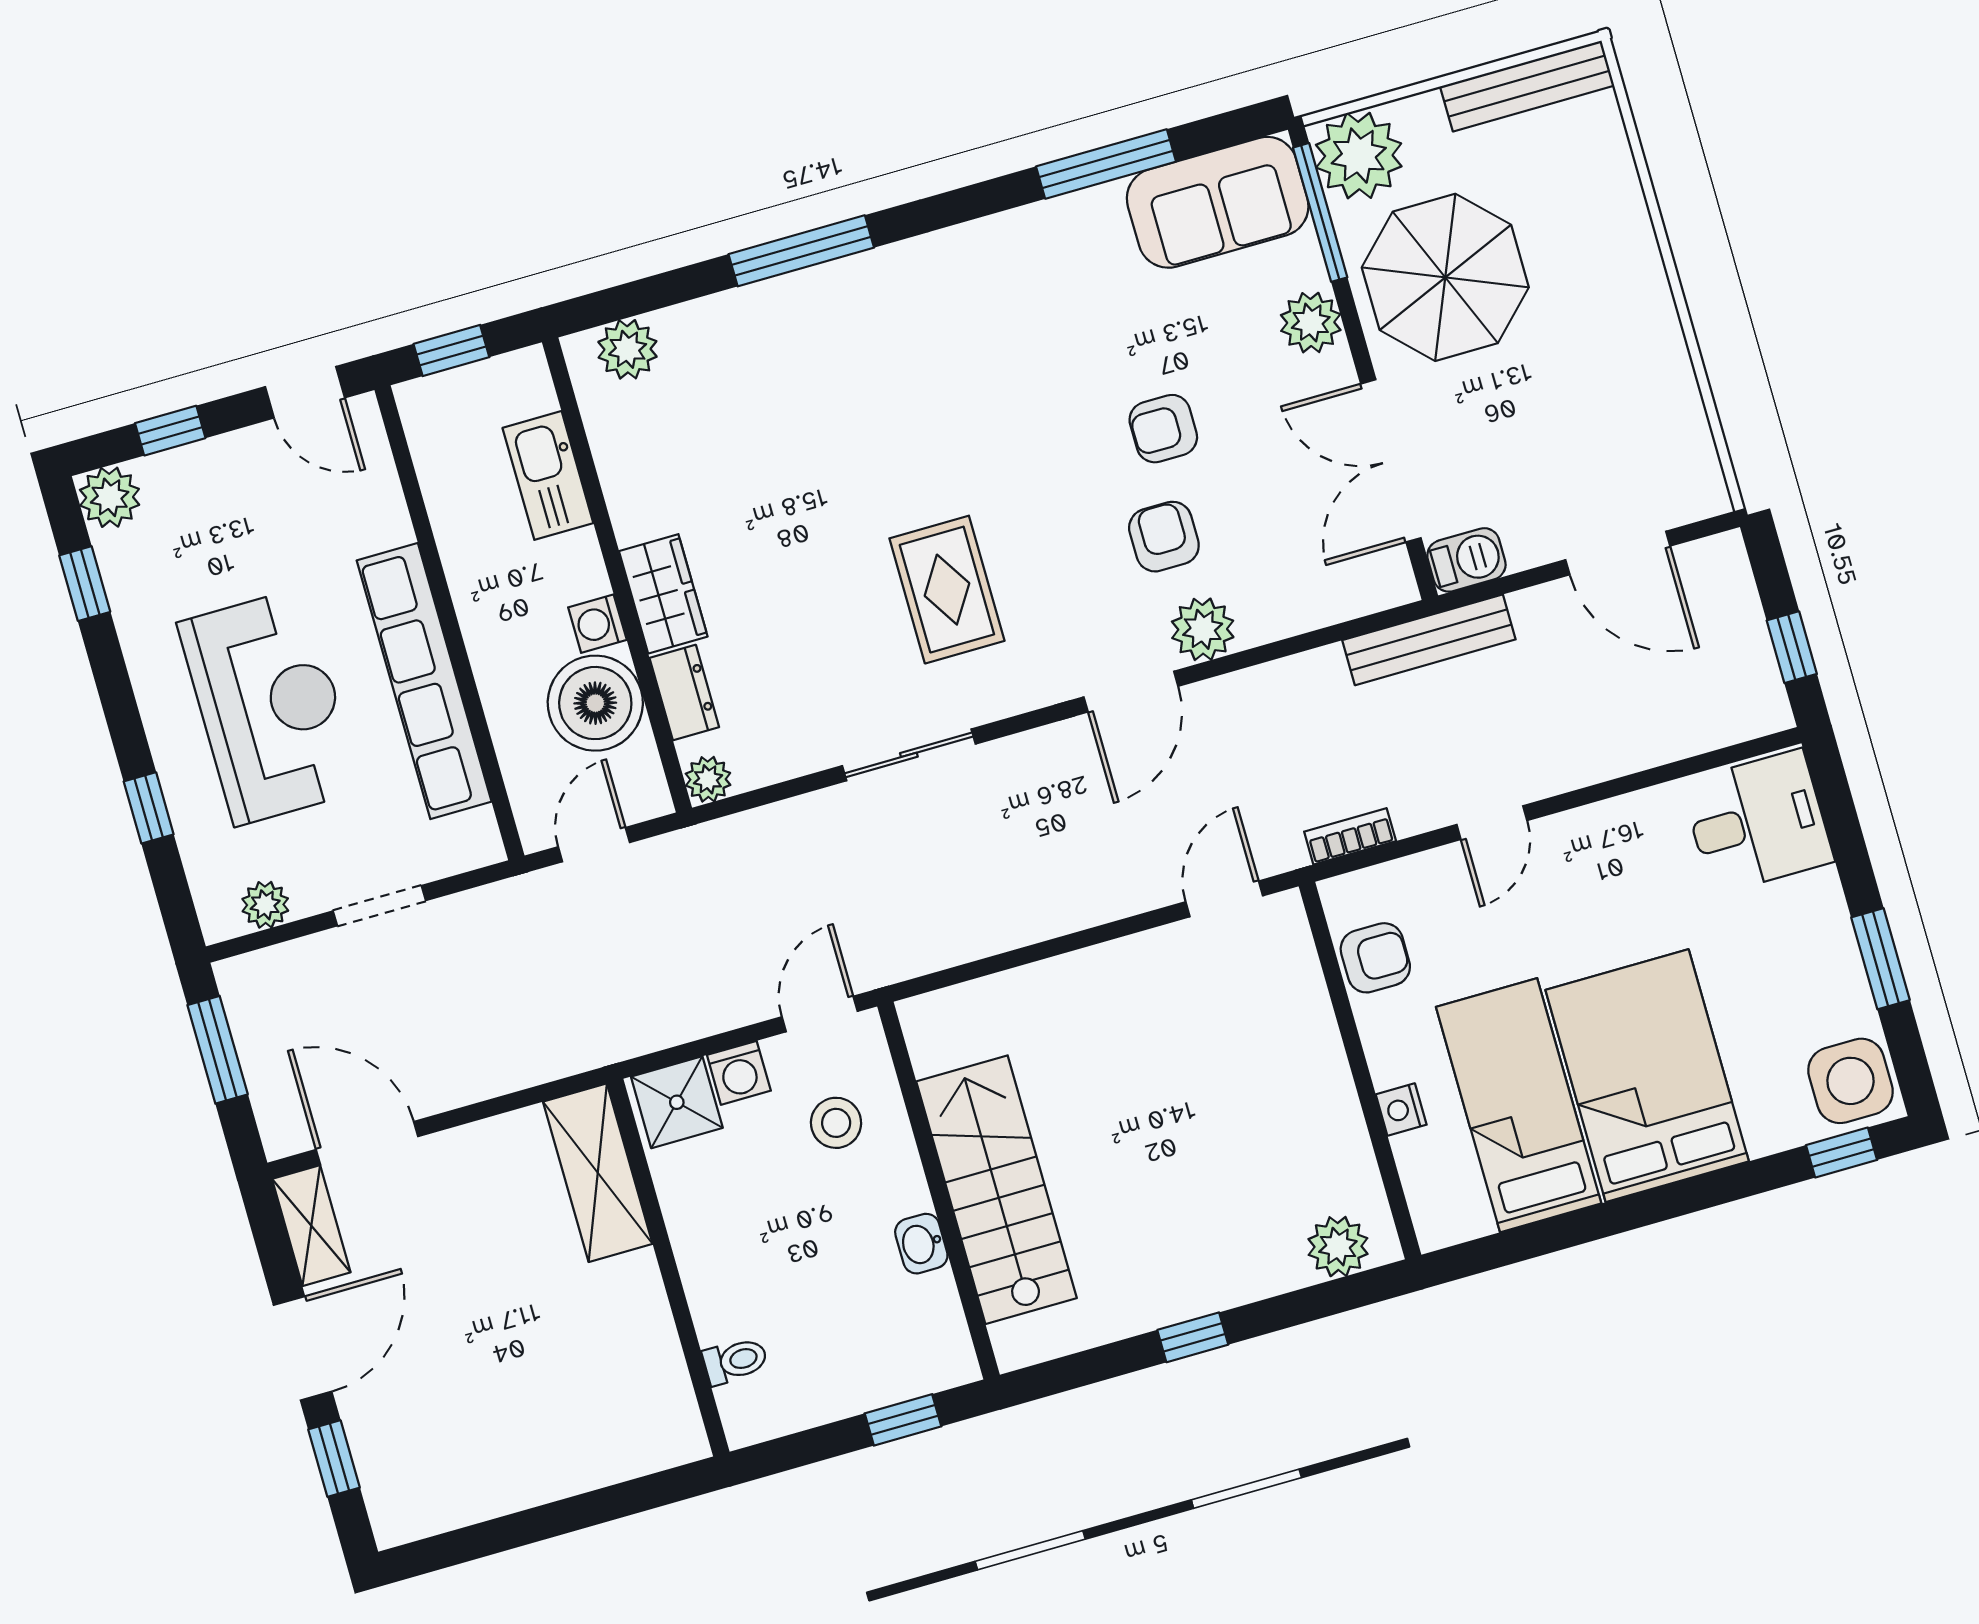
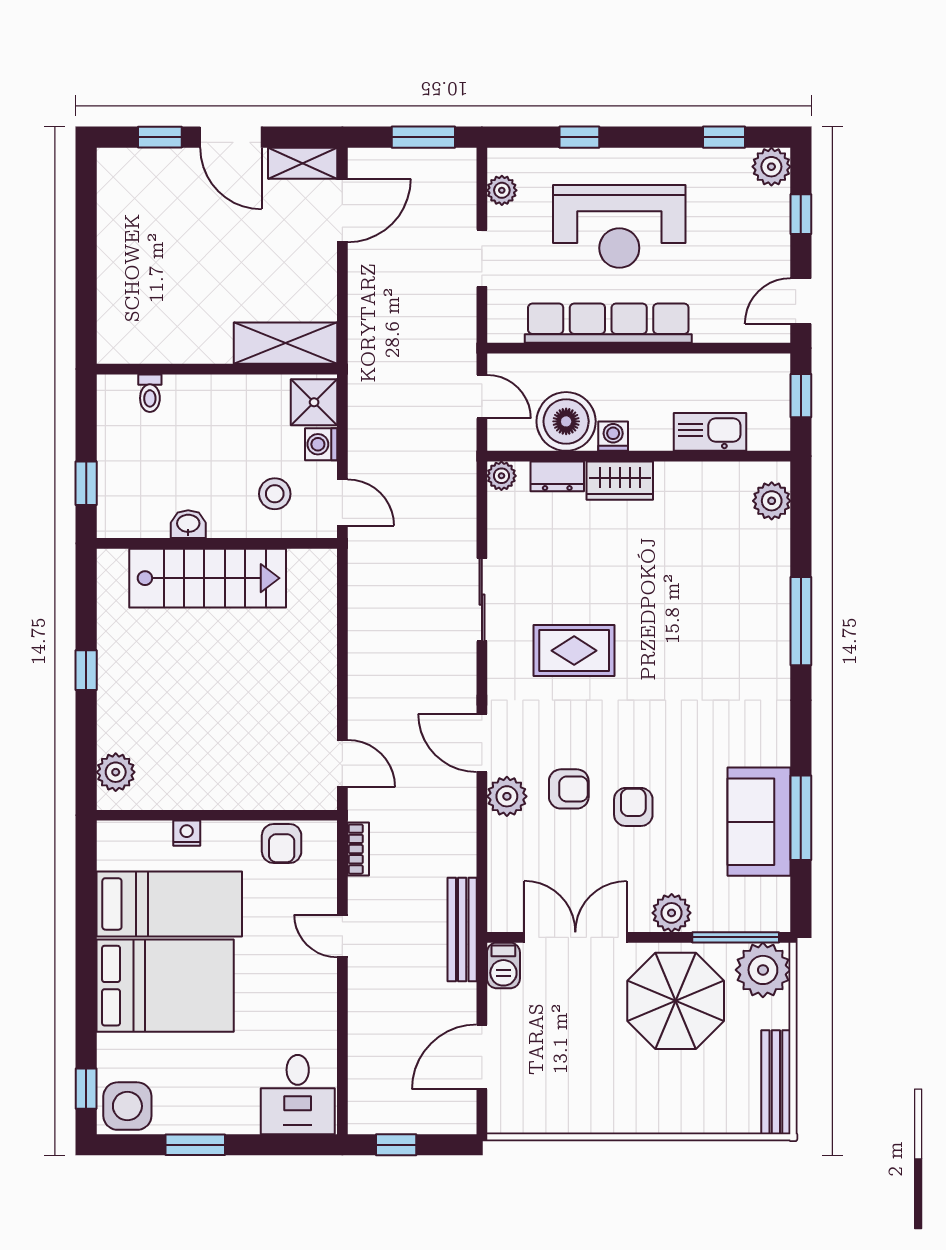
sofa: (1218, 202) -> (759, 822), moved

